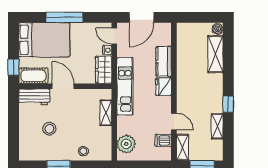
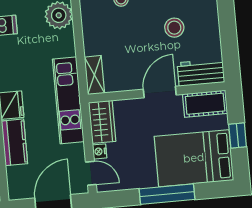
window: (13, 67) -> (238, 136), moved
door: (63, 86) -> (160, 92), swing flipped
shelving: (106, 113) -> (94, 75), moved

